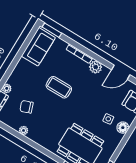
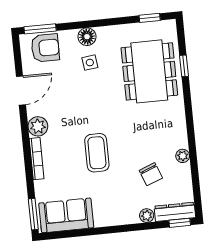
door: (121, 72) -> (21, 91), hinge flipped

